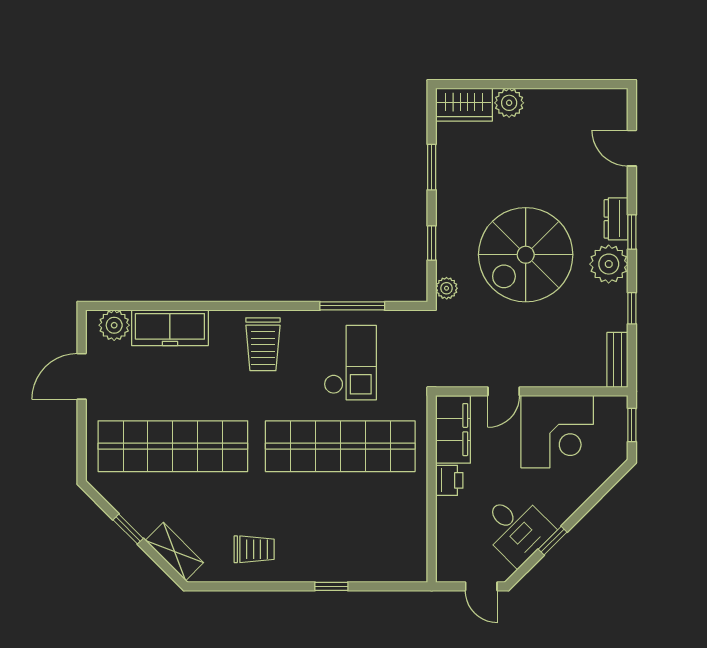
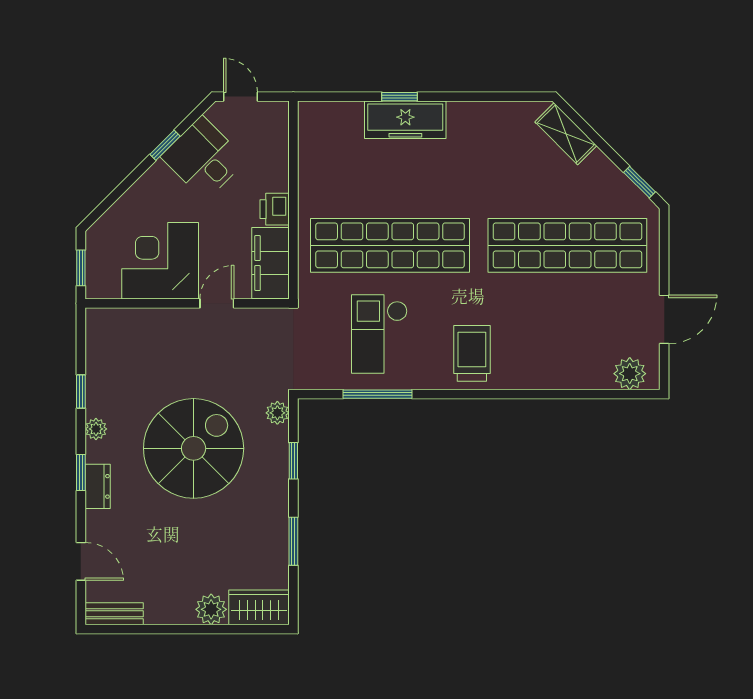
plant: (609, 264) -> (96, 429), width x0.53, depth x0.53
freezer: (170, 328) -> (405, 120), moved, turned 180
bench: (617, 360) -> (114, 614), moved, turned 90
window: (128, 529) -> (639, 182), moved
trolley: (254, 549) -> (481, 136), removed

